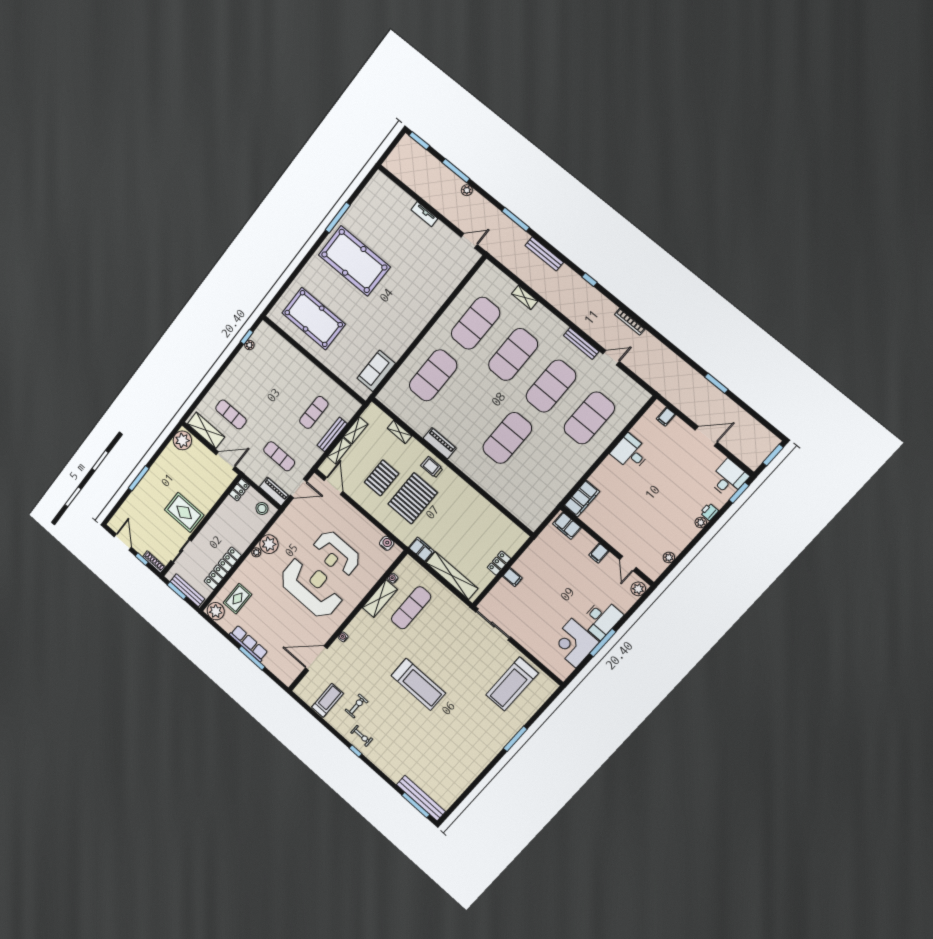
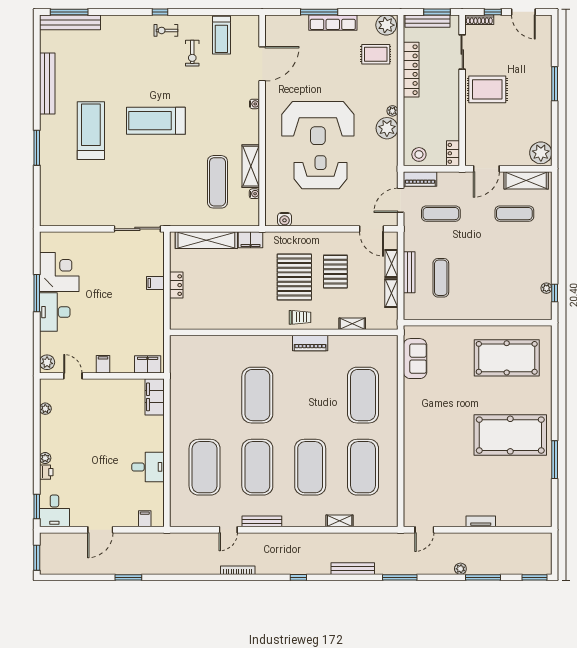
rug: (237, 599) -> (376, 54), turned 90
treadmill: (512, 684) -> (91, 131), moved
bench: (471, 773) -> (47, 84), added

